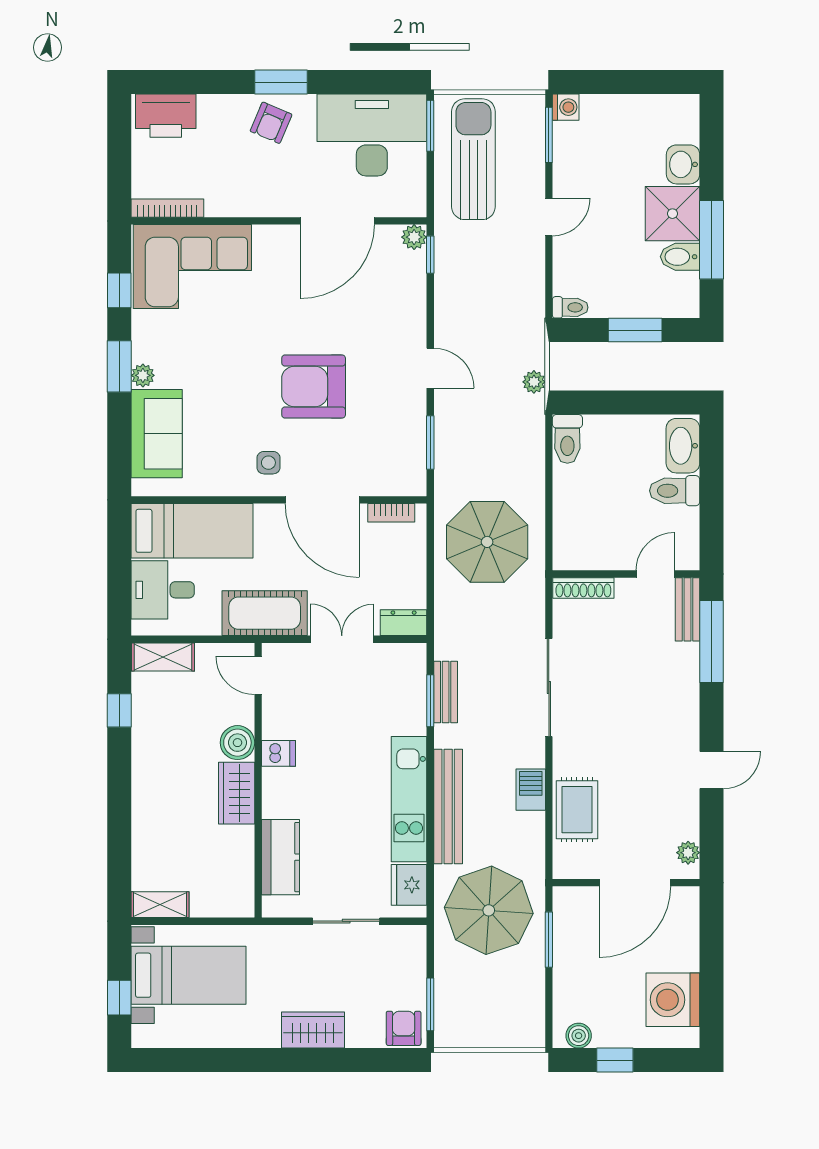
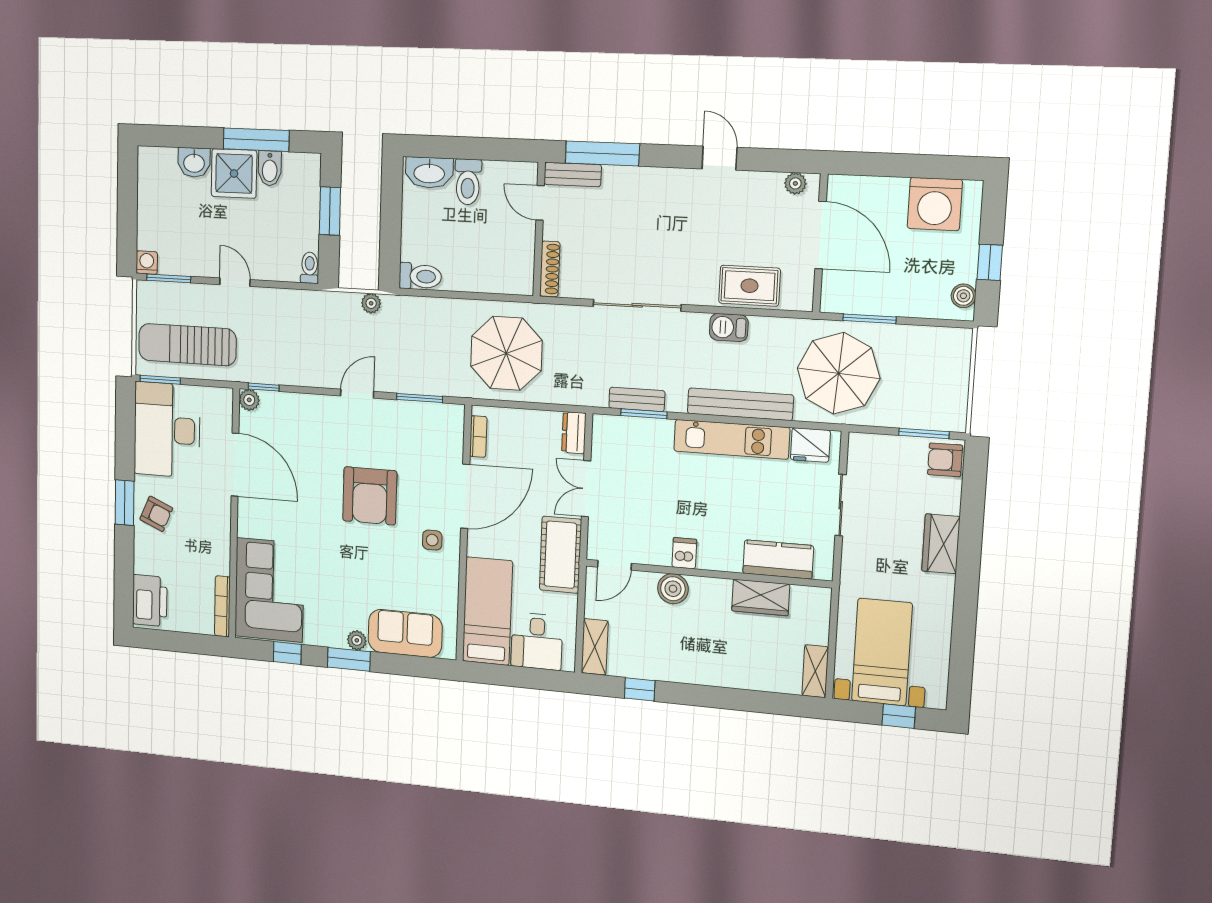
wardrobe: (237, 793) -> (761, 597), moved

